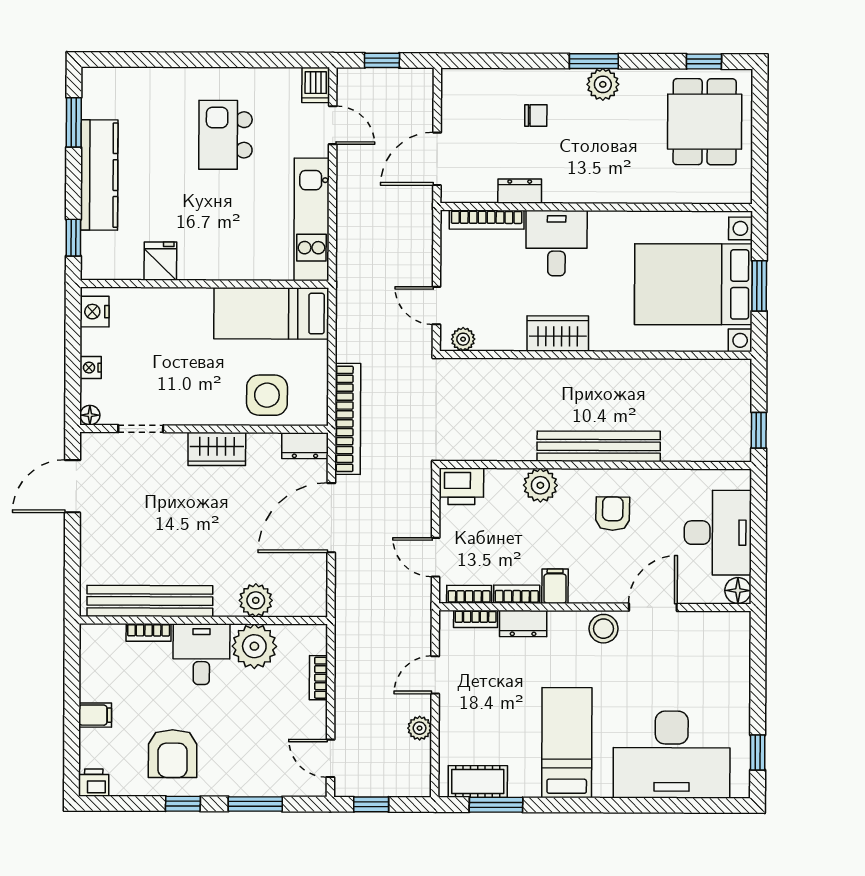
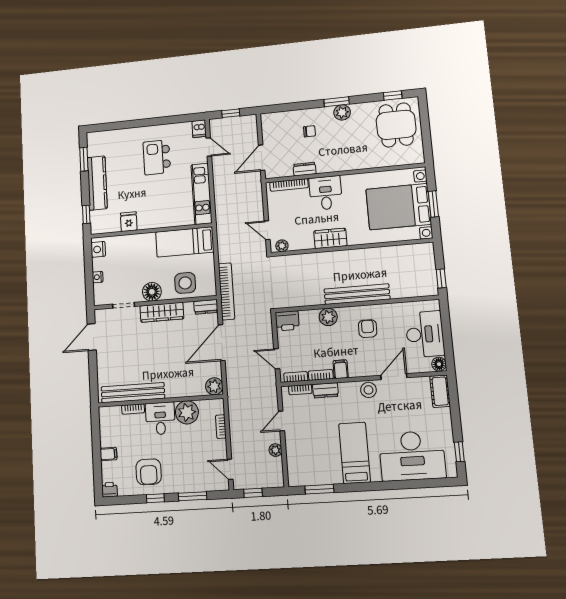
floor lamp: (90, 415) -> (152, 292), moved, width x1.89, depth x1.89
wardrobe: (217, 449) -> (162, 312), width x1.50
plant: (256, 600) -> (214, 386), moved
cot: (478, 781) -> (440, 391), moved, turned 90

